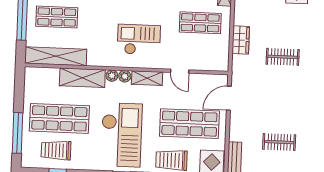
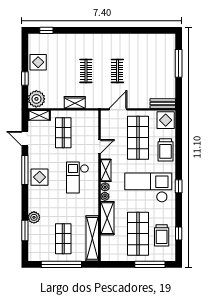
door: (229, 98) -> (118, 109), swing flipped
clothes rail: (279, 142) -> (117, 71), moved

